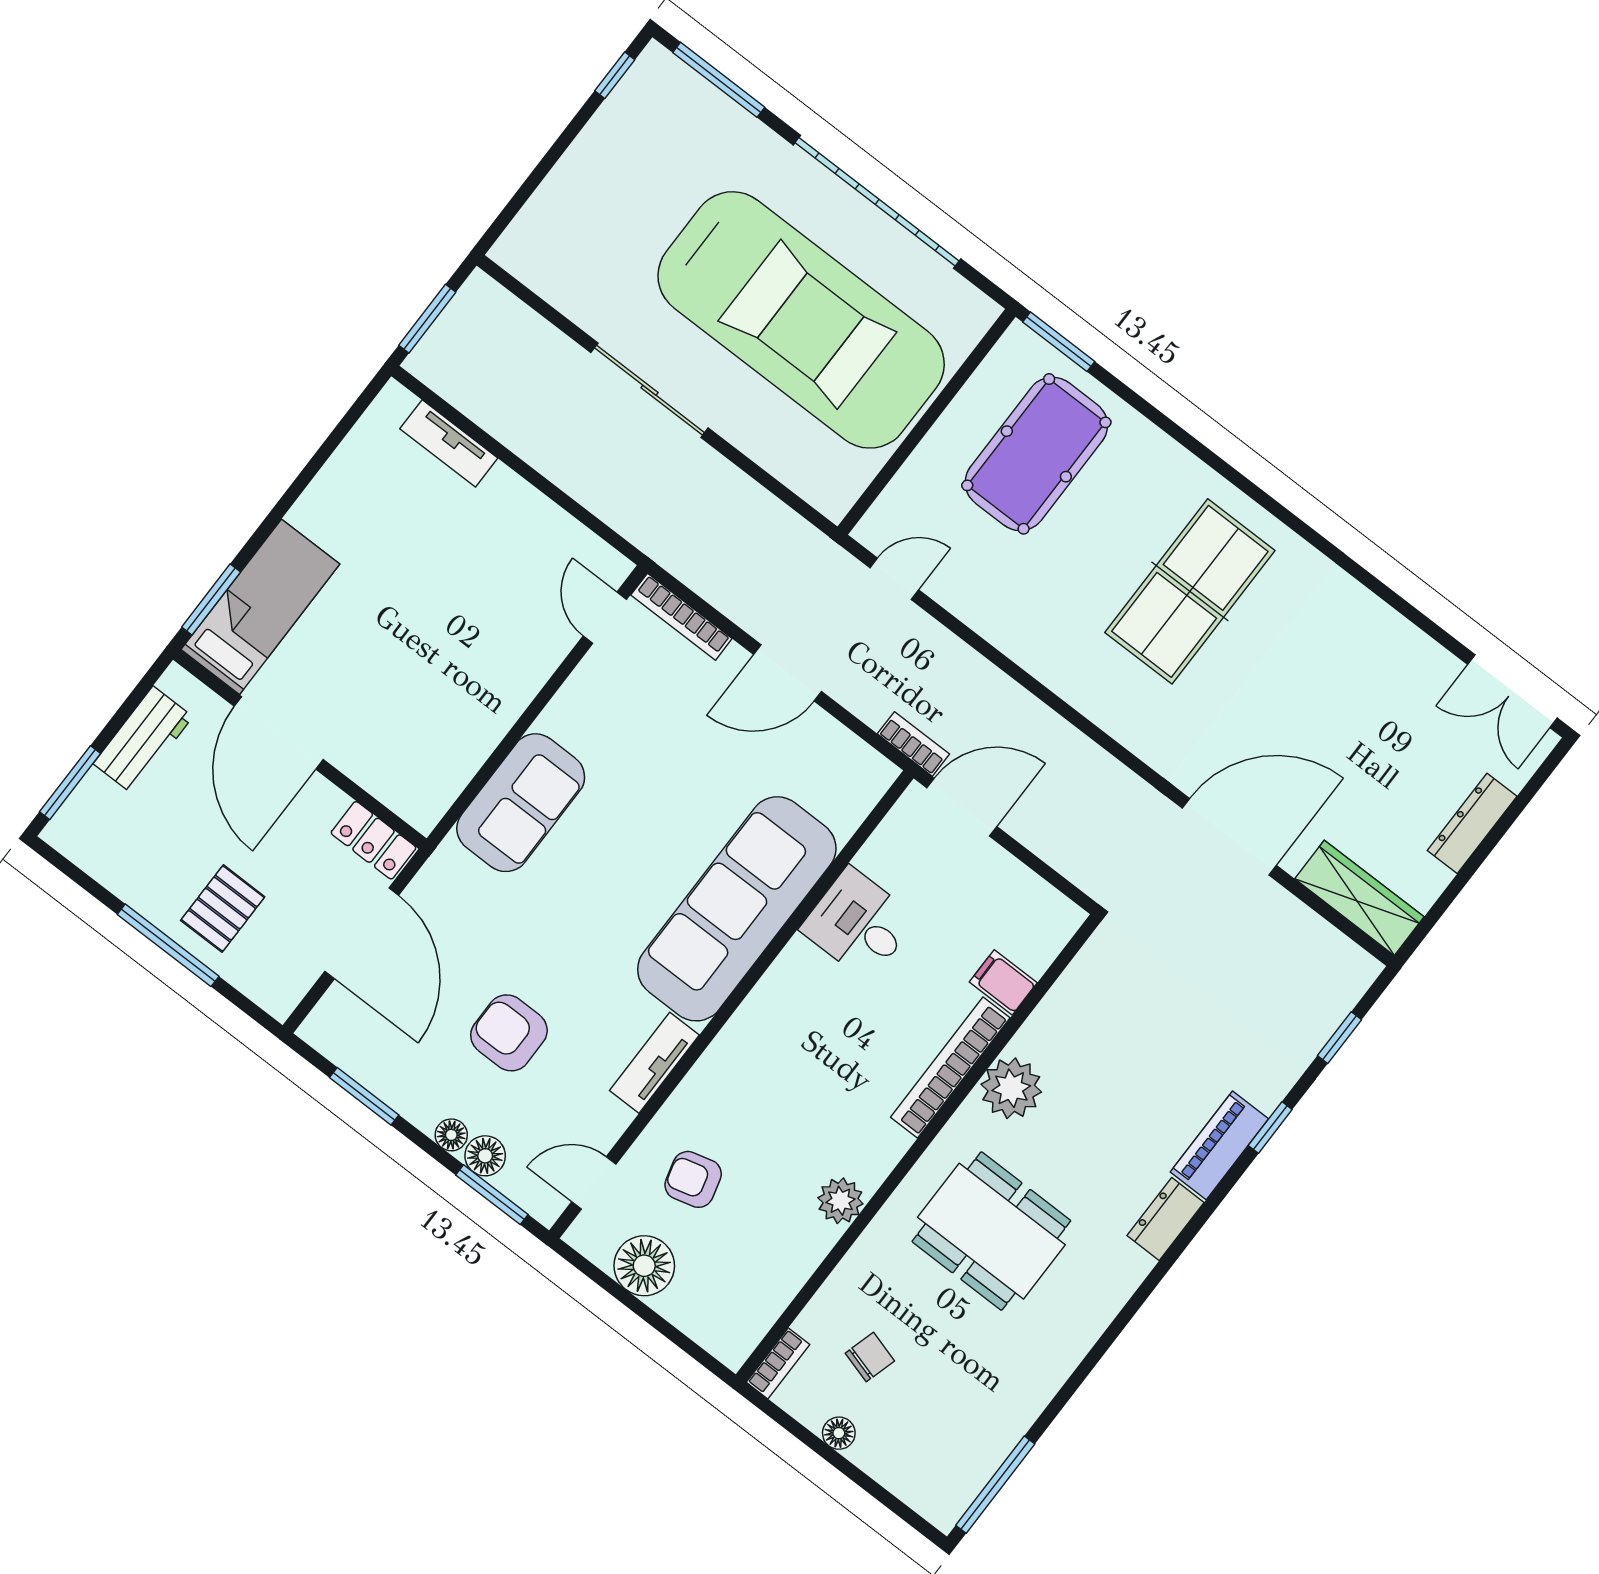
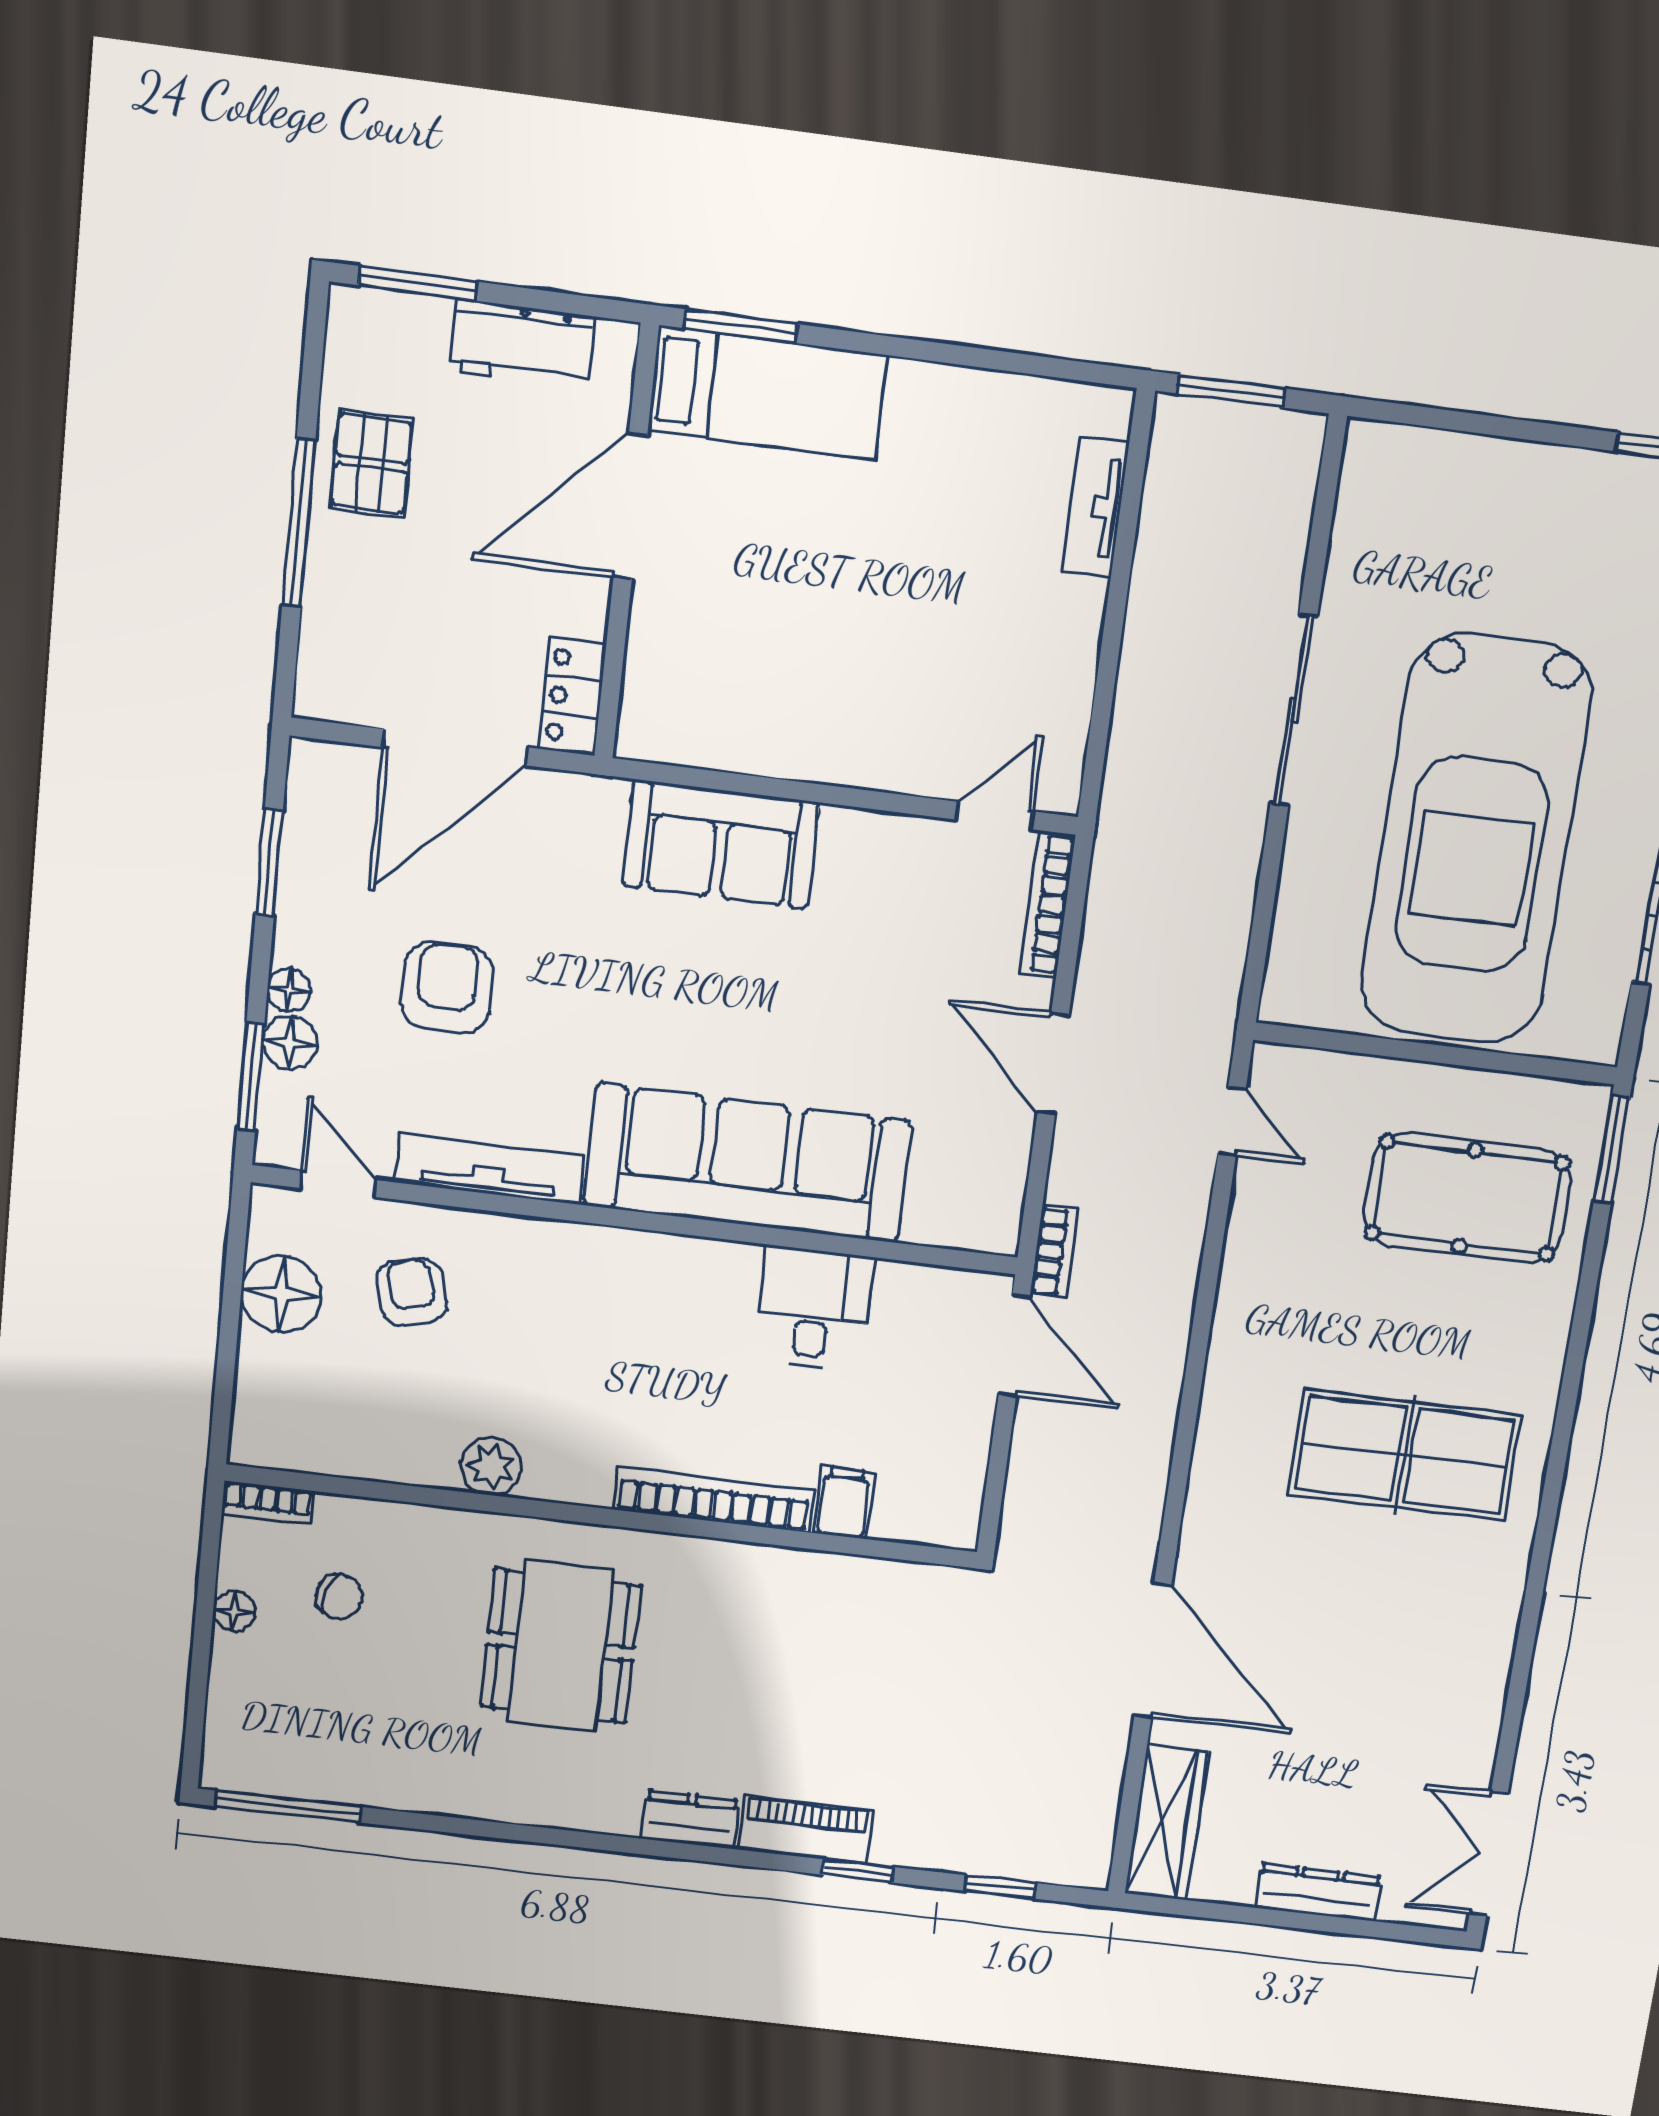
pallet: (223, 909) -> (372, 463), moved, turned 90
tv unit: (654, 1063) -> (489, 1169), width x1.41
plant: (1011, 1088) -> (732, 1578), removed

